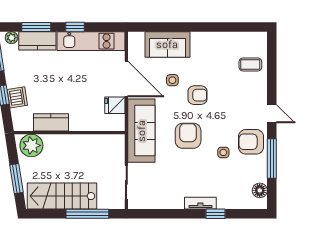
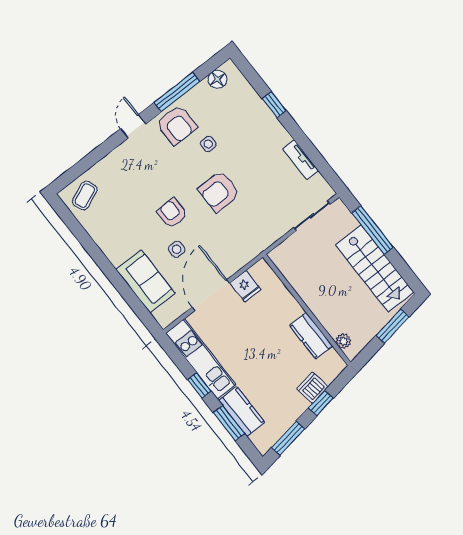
plant: (12, 38) -> (258, 439), removed
coffee table: (250, 64) -> (85, 196), moved, turned 67
sofa: (141, 131) -> (250, 241), removed
plant: (31, 145) -> (343, 341), width x0.53, depth x0.53
tv unit: (200, 203) -> (301, 160), moved

